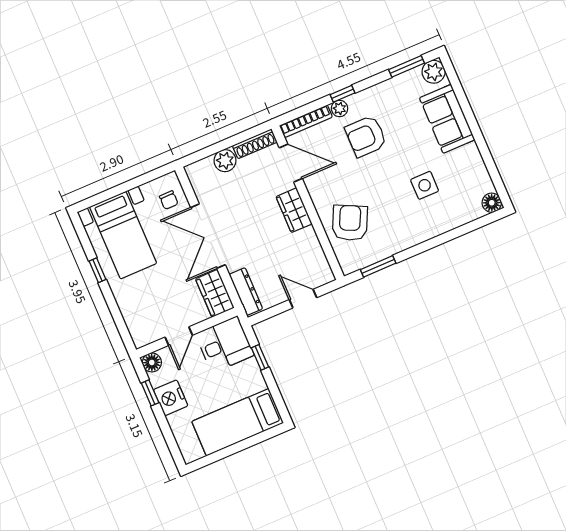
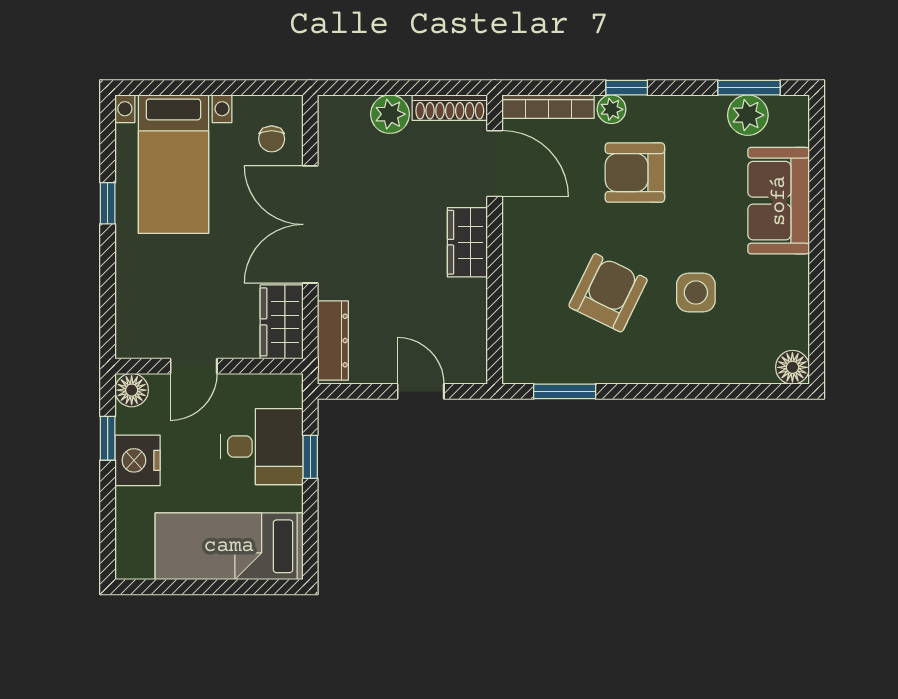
plant: (434, 72) -> (748, 115), moved
armchair: (350, 223) -> (608, 293), moved
desk: (225, 344) -> (262, 447), moved

